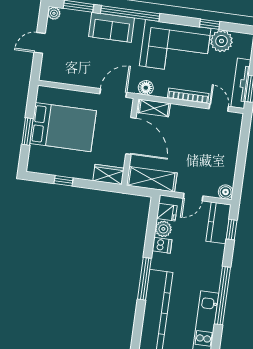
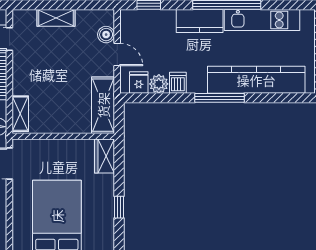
door: (131, 136) -> (56, 136), removed
shelving: (231, 149) -> (56, 18), added
boiler: (226, 192) -> (106, 35), moved
kitchen counter: (218, 223) -> (200, 21), moved

